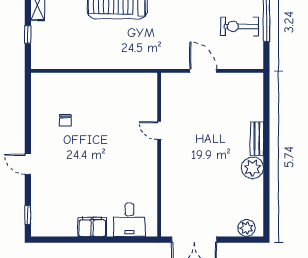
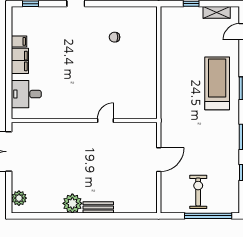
filing cabinet: (70, 228) -> (19, 41), added

